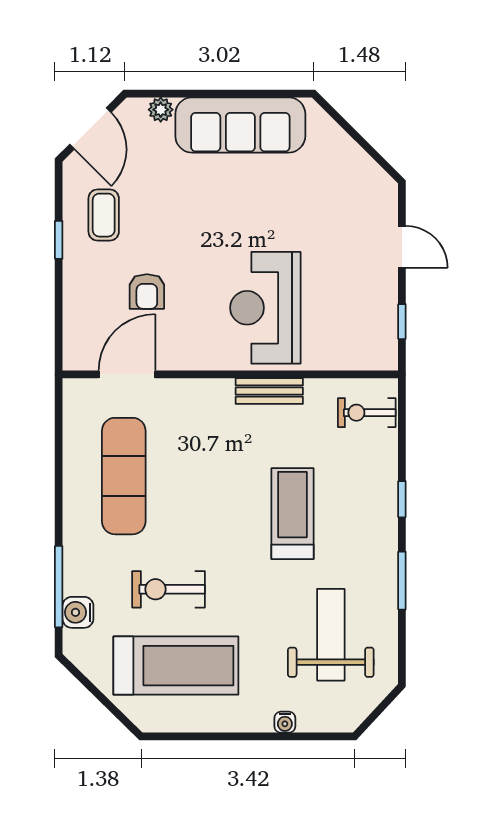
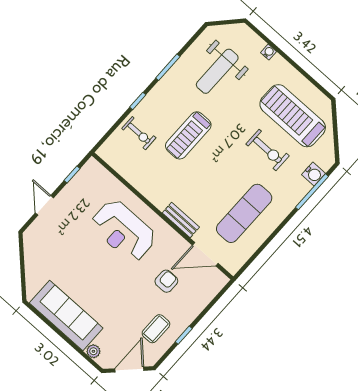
reception desk: (265, 308) -> (123, 231), turned 90
bench: (269, 391) -> (181, 220), moved
exercise bike: (367, 413) -> (139, 133), moved

